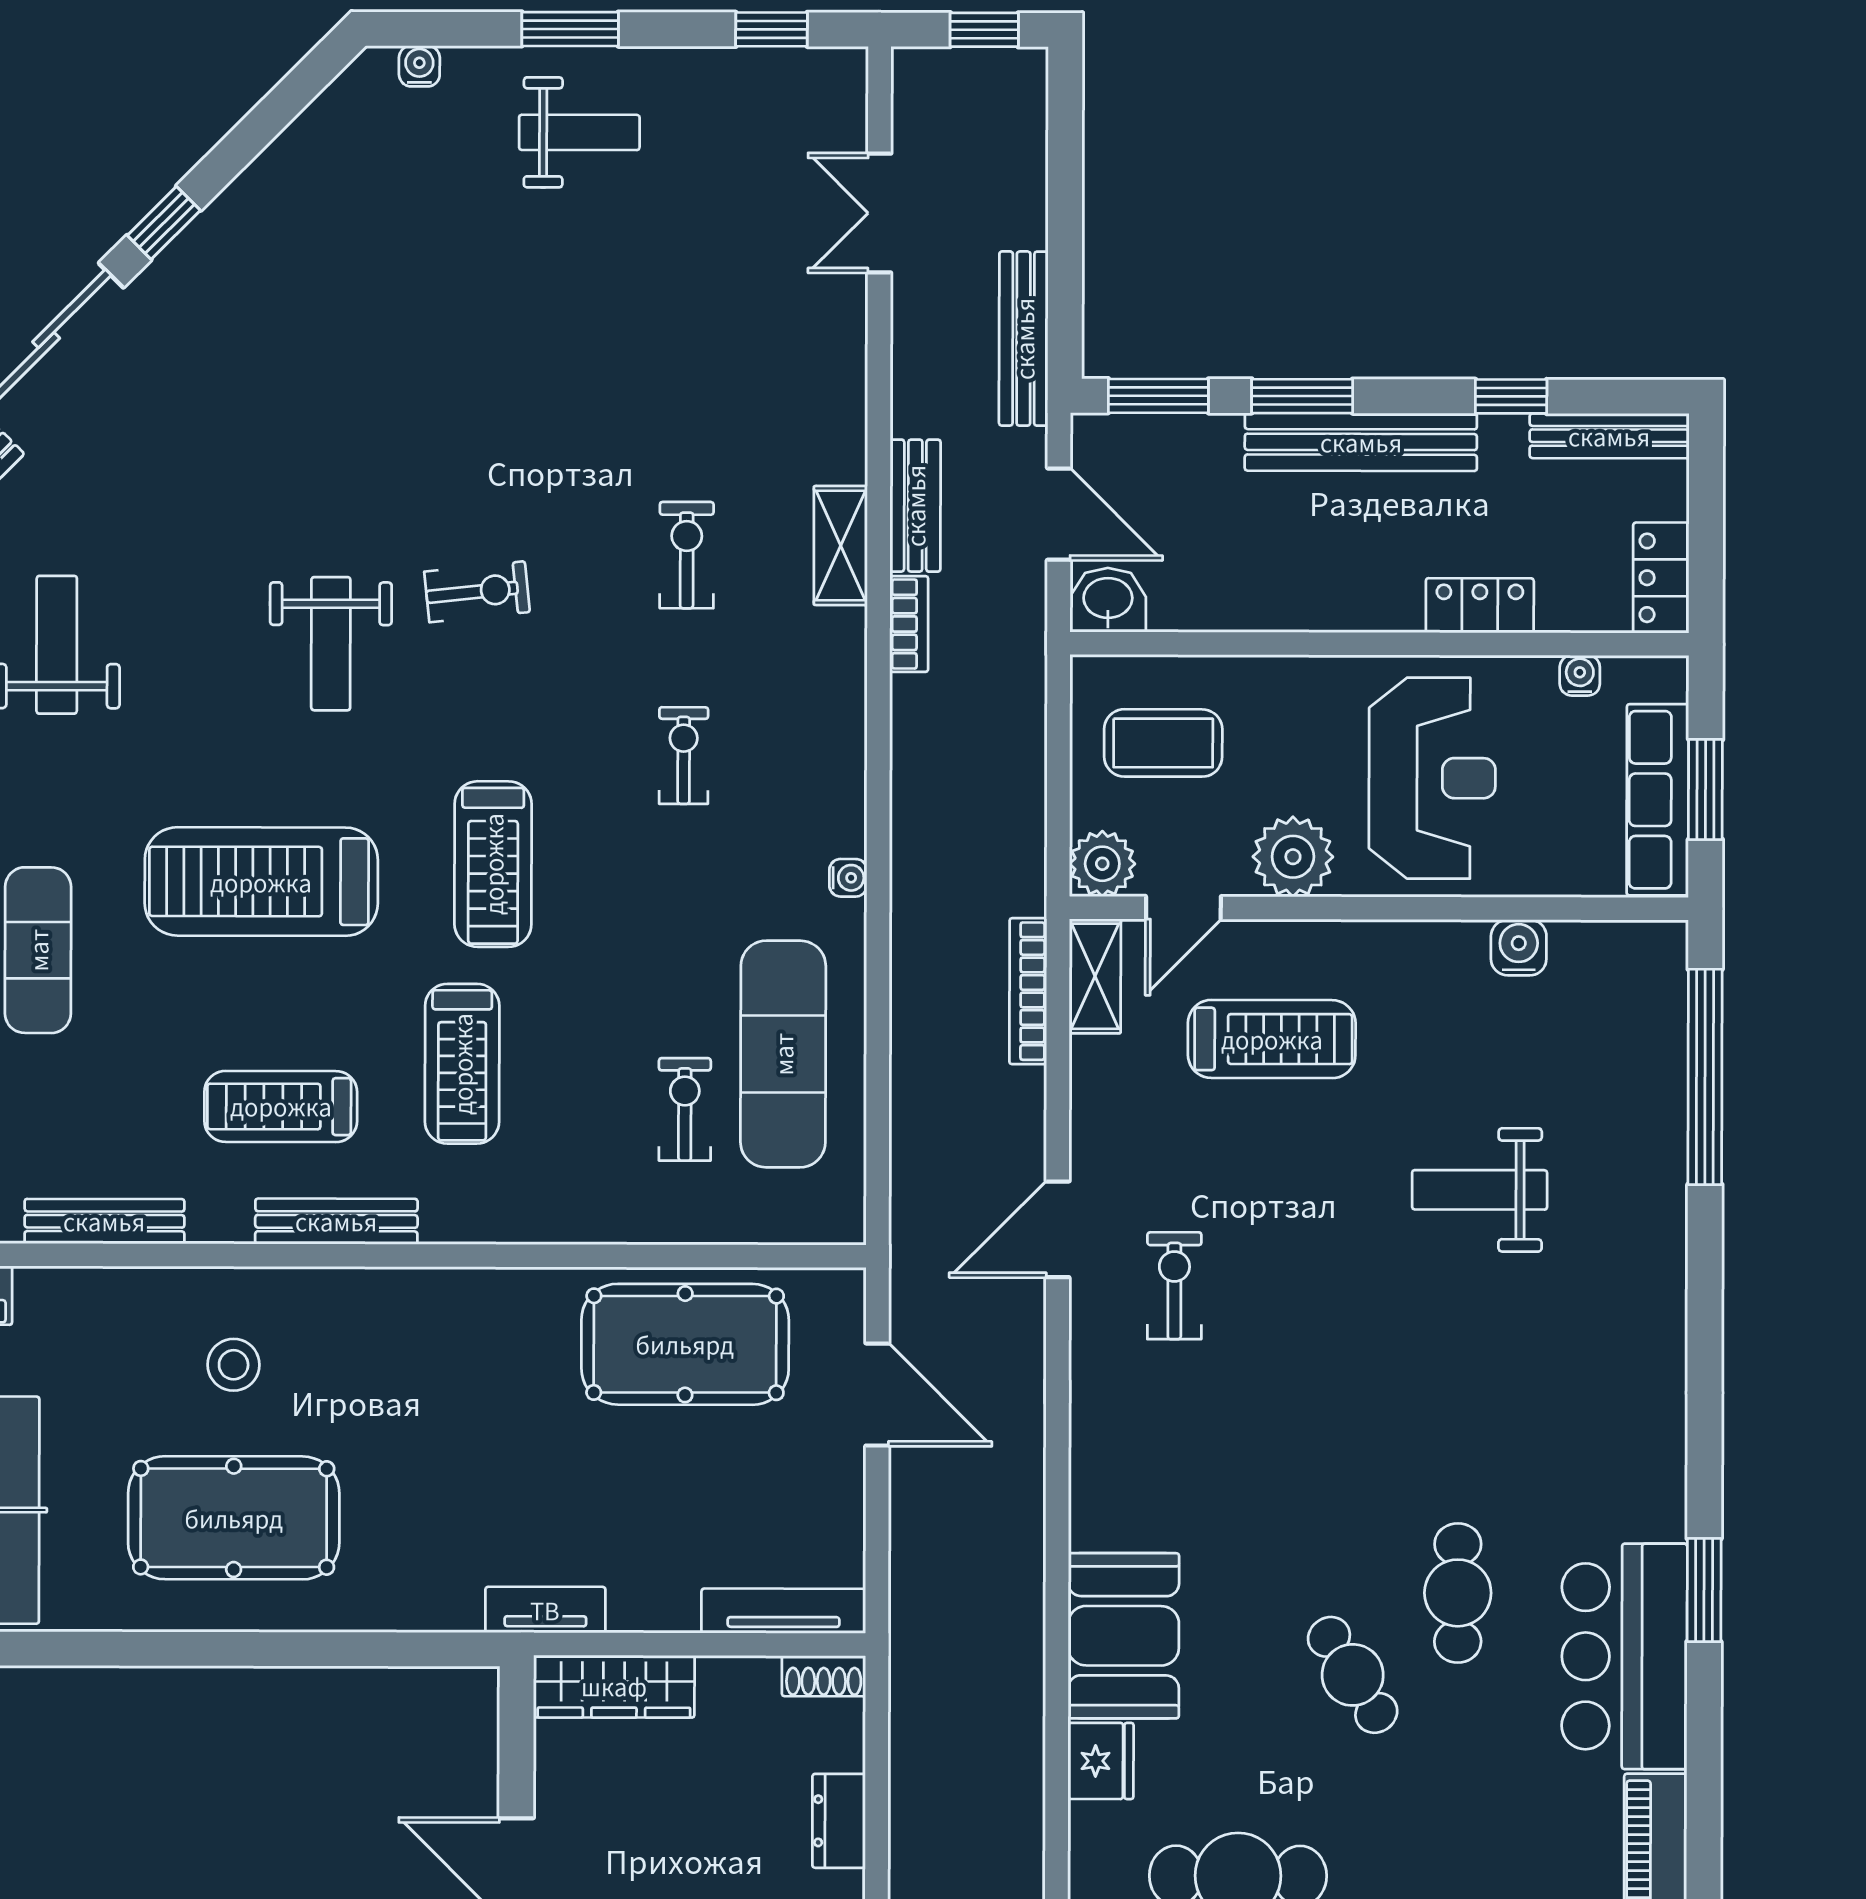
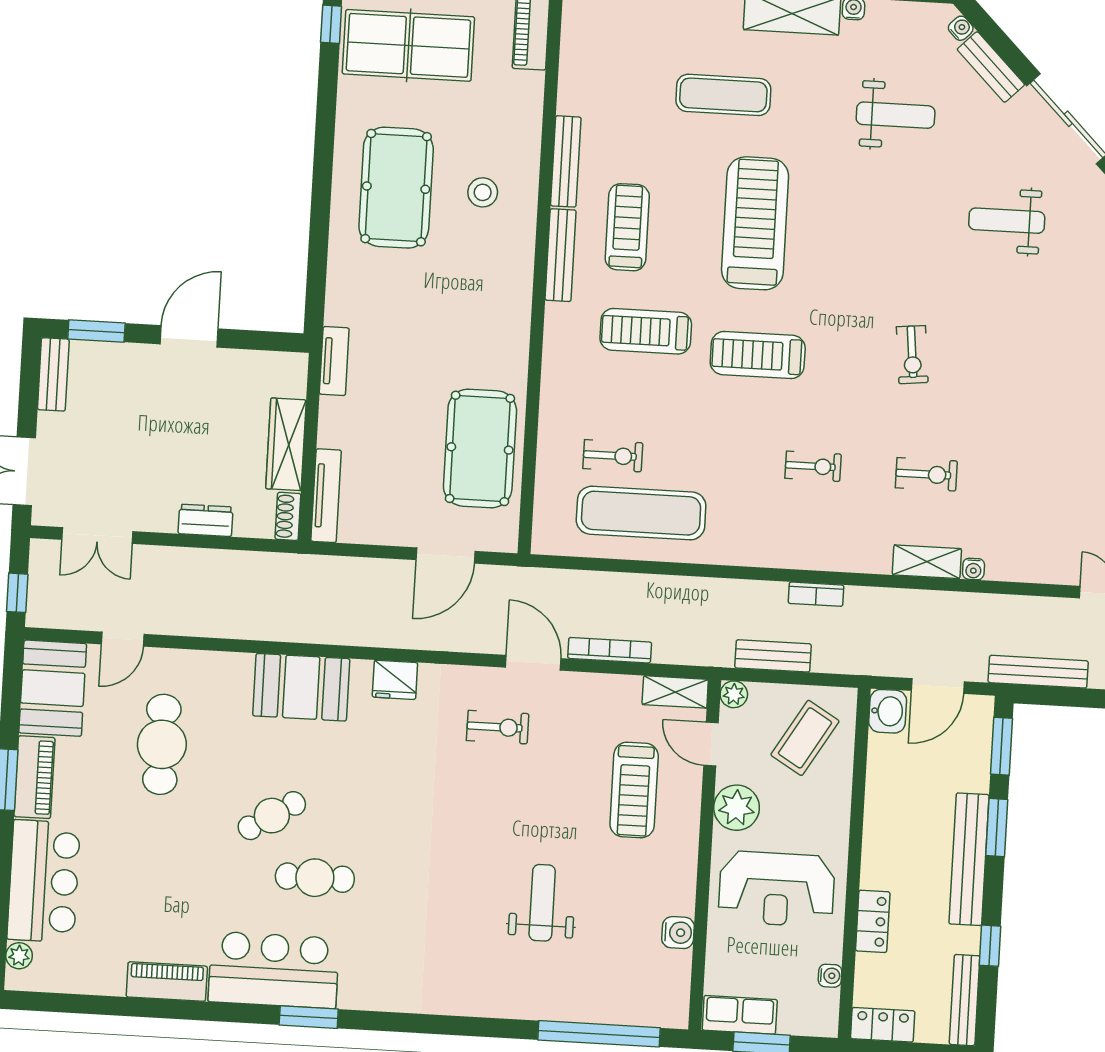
bench: (915, 506) -> (773, 656), moved
bookcase: (909, 624) -> (816, 594), moved
weight bench: (331, 644) -> (1007, 221), moved
coffee table: (1163, 743) -> (805, 738), turned 31
row of seats: (1658, 800) -> (740, 1015), width x0.68
plant: (1102, 864) -> (734, 694), width x0.73, depth x0.73
water cooler: (848, 878) -> (973, 569), moved
bookcase: (1028, 991) -> (610, 650), moved
bench: (104, 1221) -> (566, 161), moved
wardrobe: (614, 1686) -> (286, 444), moved
fridge: (1101, 1761) -> (395, 680), moved

